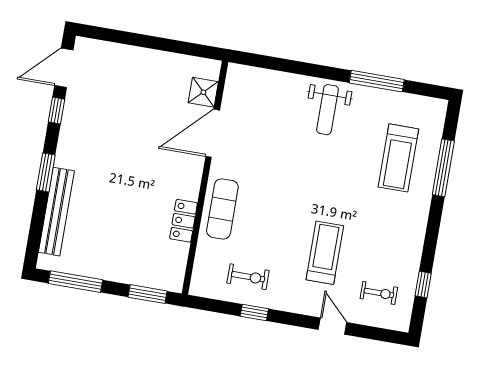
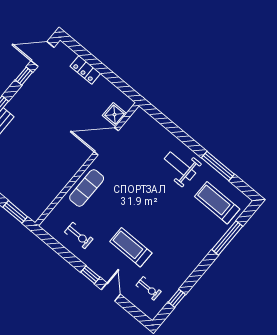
weight bench: (327, 110) -> (180, 166), turned 90
treadmill: (398, 158) -> (217, 203), moved, turned 90
locker: (184, 221) -> (85, 70), moved, turned -90
treadmill: (325, 253) -> (131, 247), turned -90
window: (254, 313) -> (90, 275), moved

